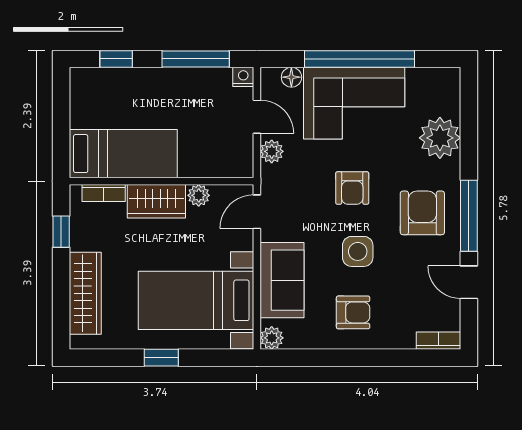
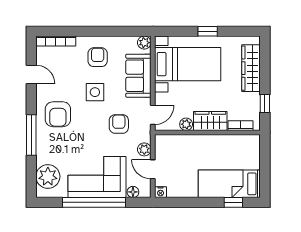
window: (196, 59) -> (188, 202), removed
plant: (440, 138) -> (48, 176), moved
bed: (123, 154) -> (229, 184), moved
armchair: (352, 188) -> (119, 124), moved
window: (469, 216) -> (31, 135), moved
armchair: (353, 312) -> (98, 57), turned 90
bookcase: (439, 341) -> (56, 41), width x1.56

